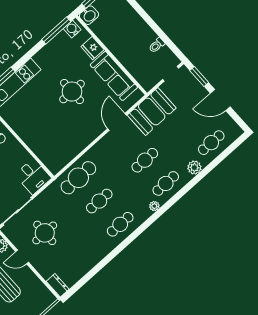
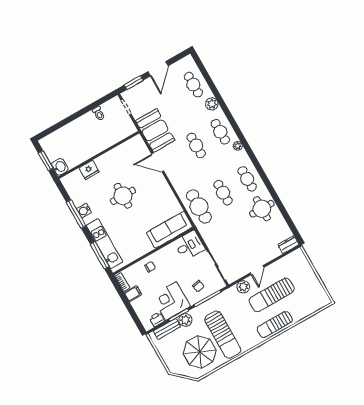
water cooler: (72, 29) -> (84, 211), moved
window: (56, 31) -> (76, 214), moved
sofa: (114, 76) -> (170, 230), moved, turned 180
round table: (45, 233) -> (262, 209), moved

